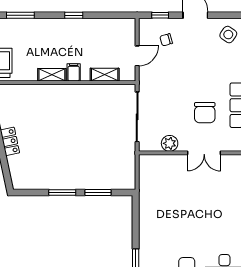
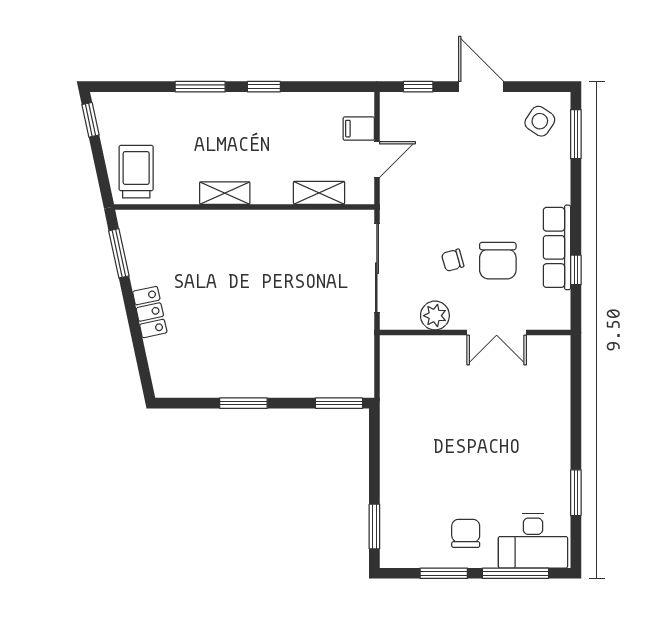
window: (20, 15) -> (200, 87), moved
chair: (166, 40) -> (453, 260), moved
filing cabinet: (74, 72) -> (359, 129), moved, turned -90
window: (98, 192) -> (339, 403), moved

